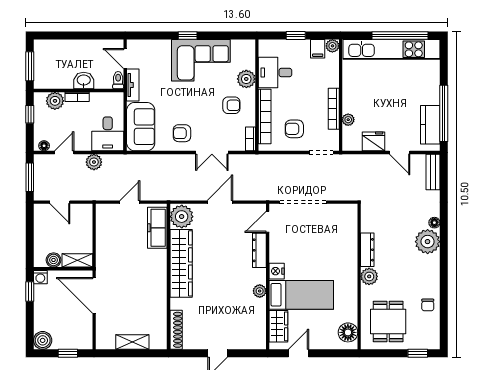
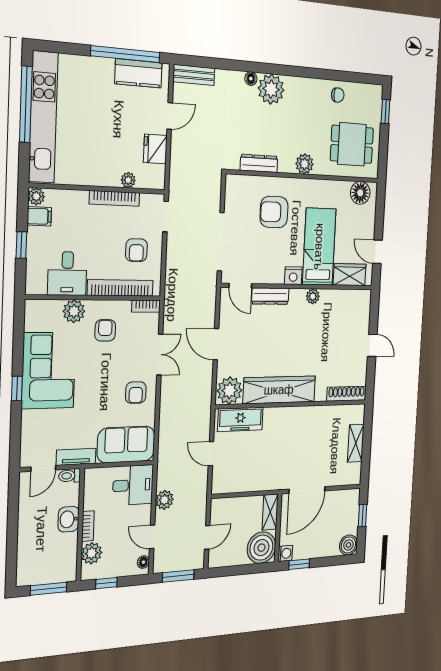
armchair: (329, 250) -> (274, 212), added
dresser: (367, 250) -> (259, 163), moved
boiler: (54, 260) -> (261, 548), width x1.86, depth x1.86

